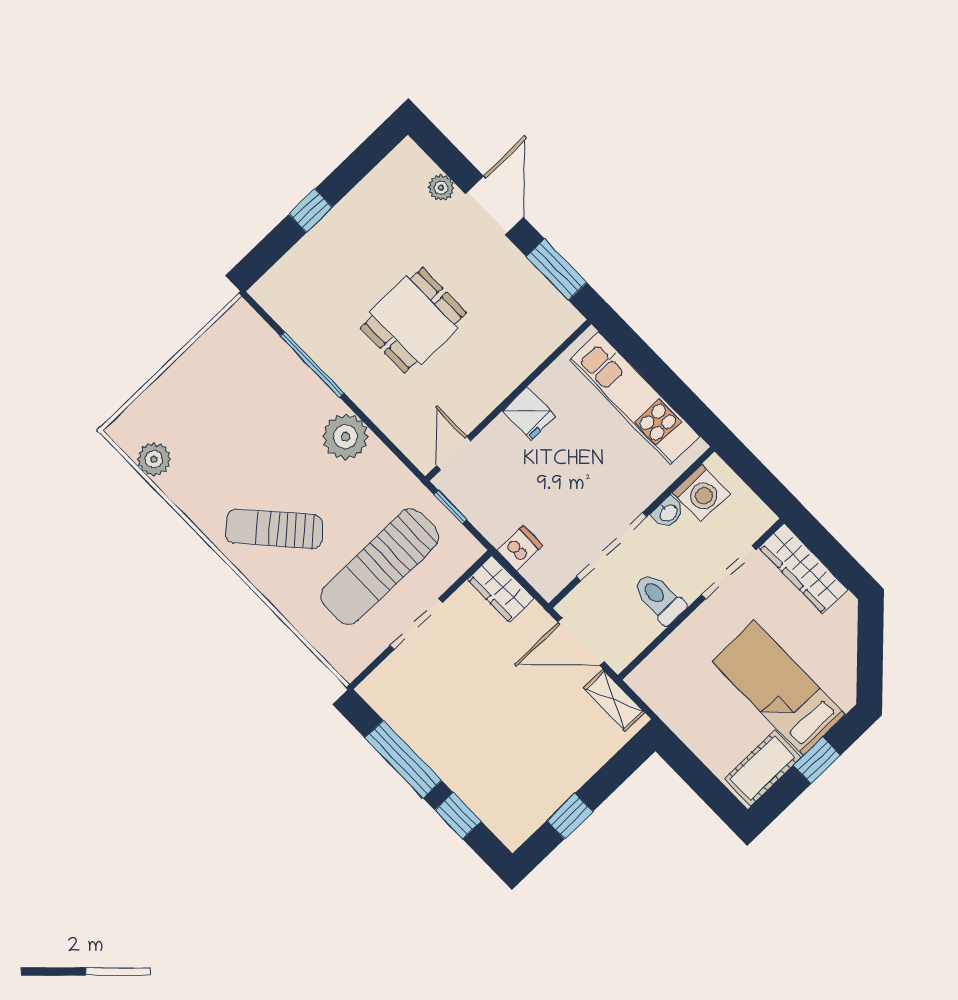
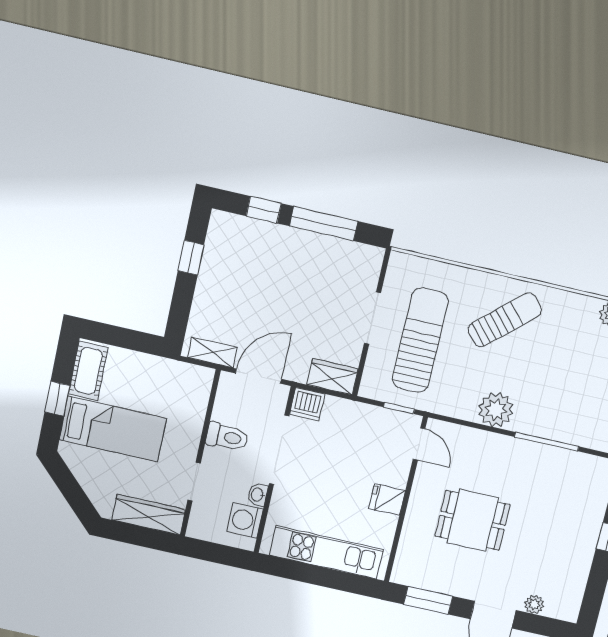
dining table: (413, 320) -> (473, 520), moved, turned 90
dishwasher: (520, 548) -> (307, 404), moved, width x1.38
doorway: (729, 572) -> (194, 482), width x0.73

